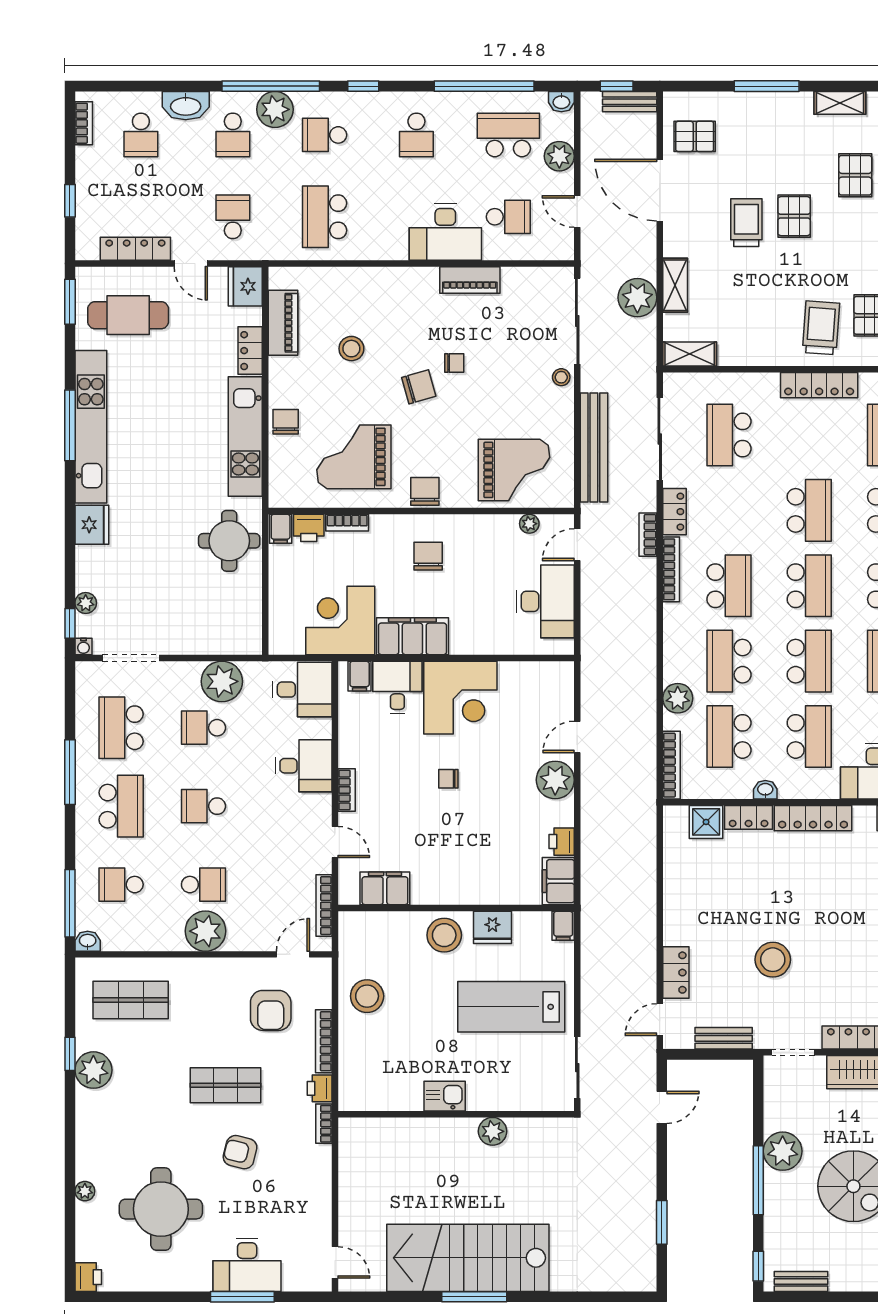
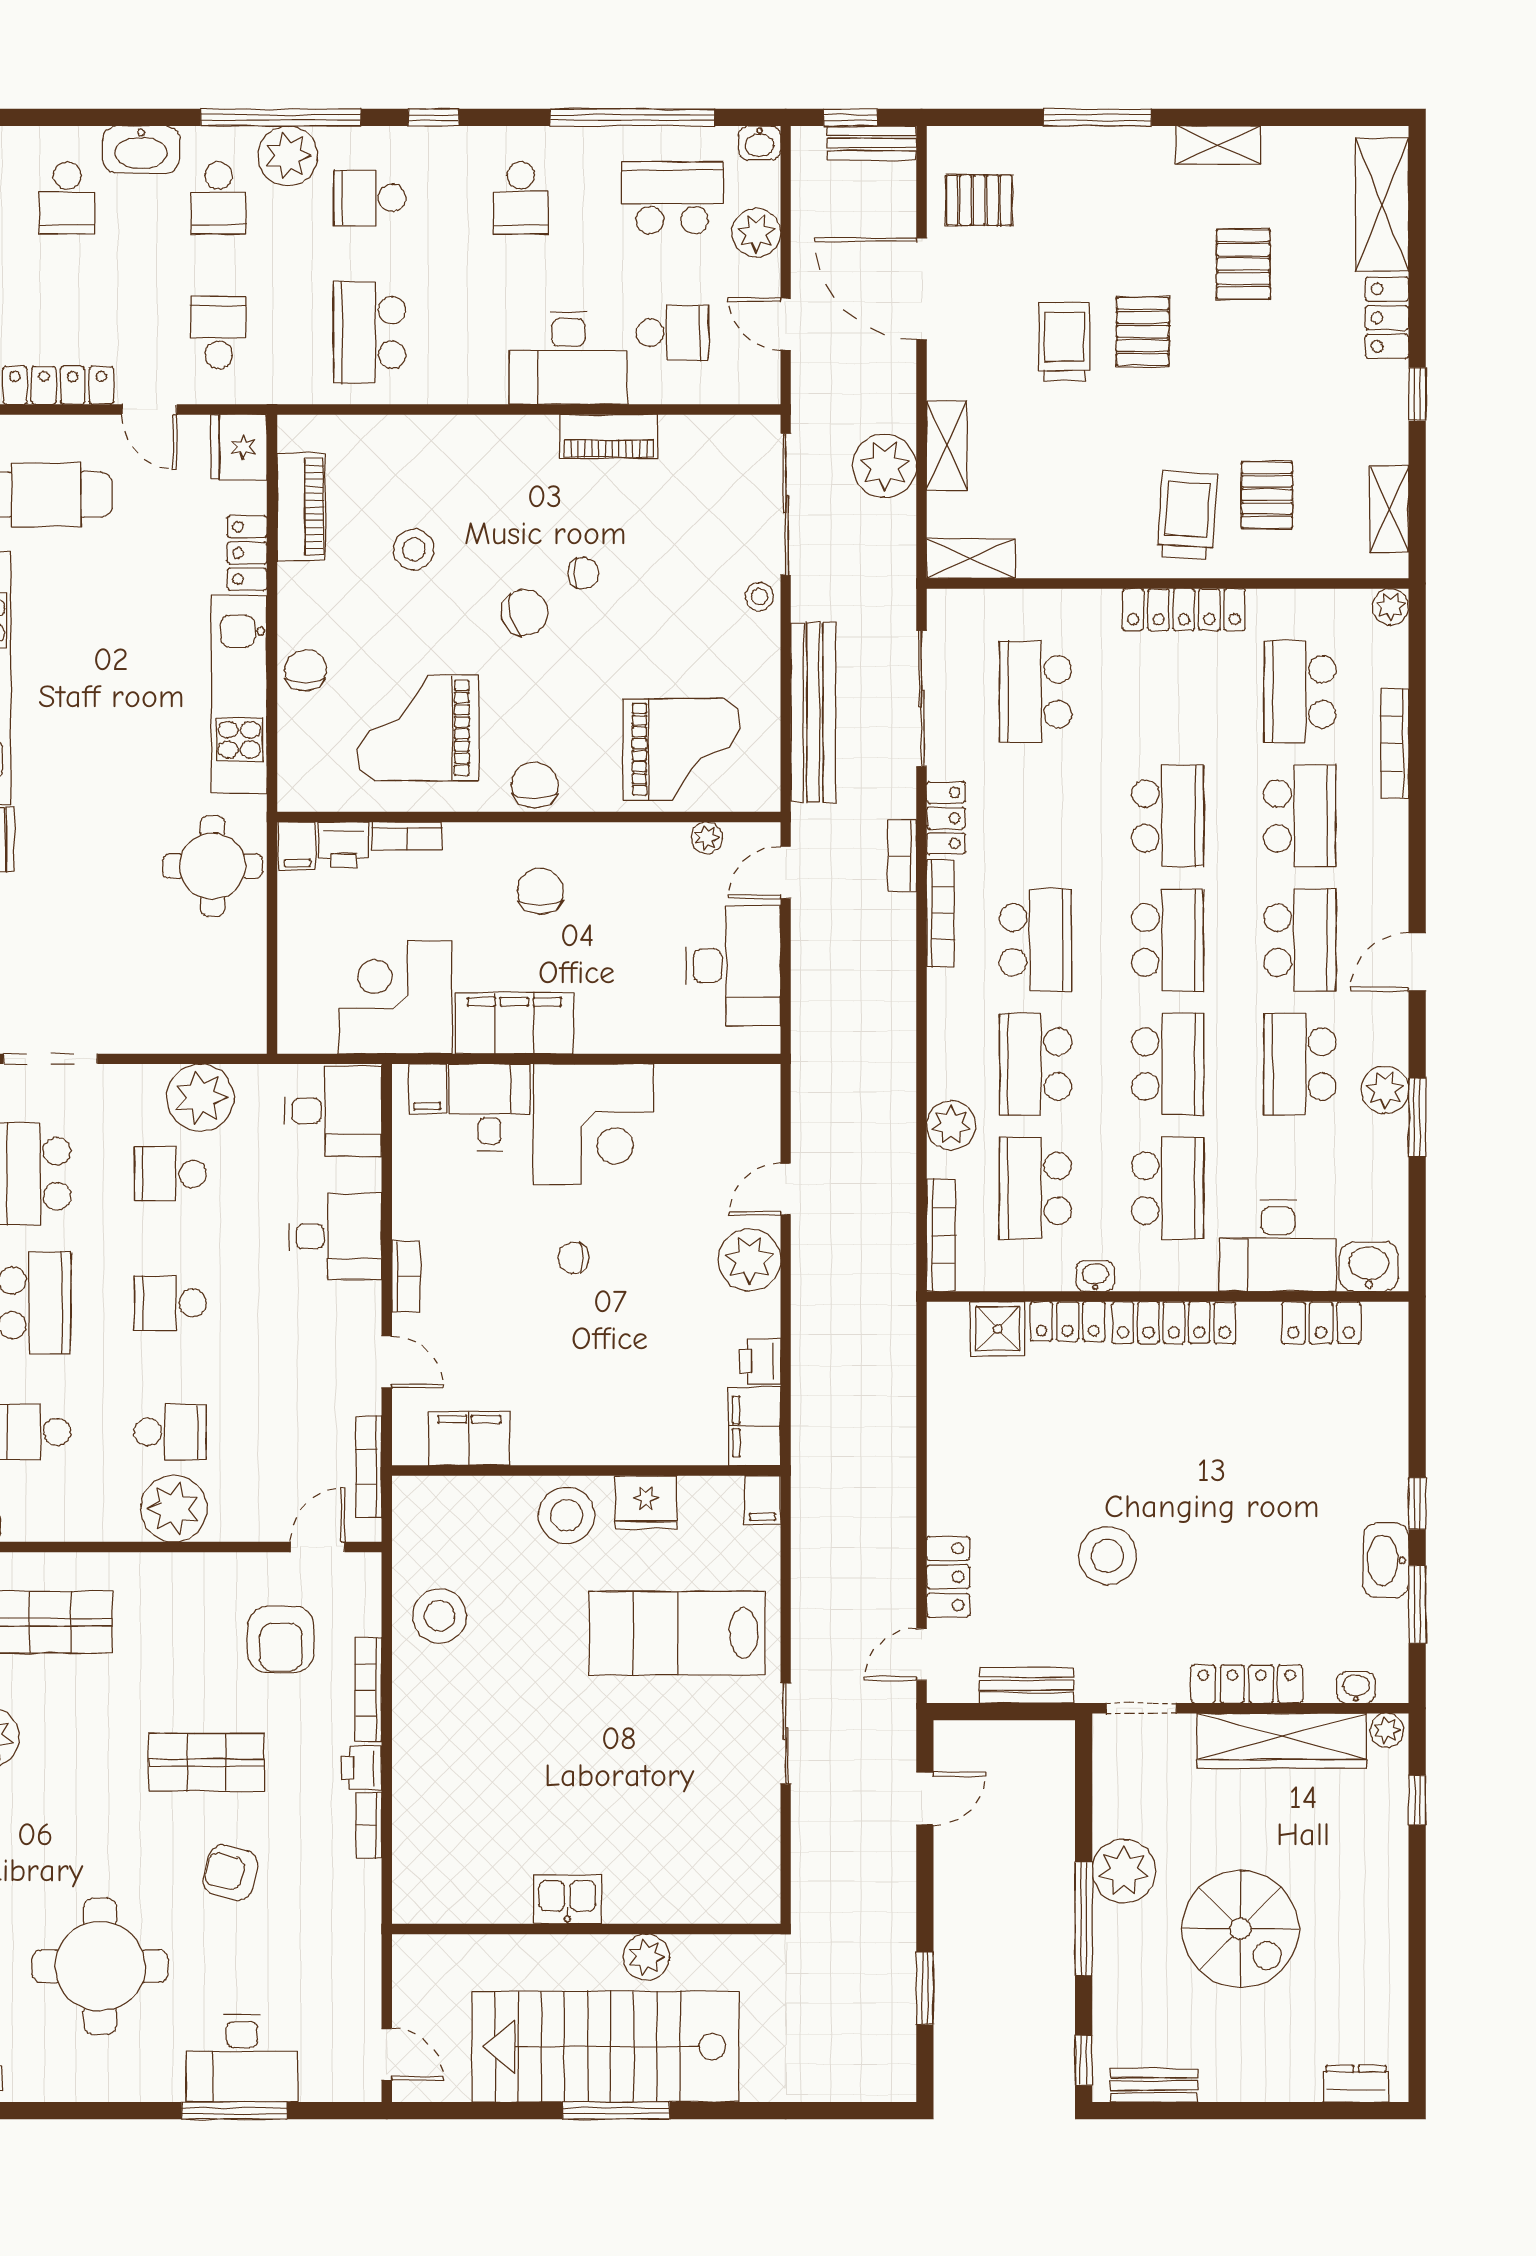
kitchen sink: (445, 1096) -> (567, 1899), moved
wall: (456, 1114) -> (586, 1929), moved
plant: (493, 1131) -> (646, 1957), moved

